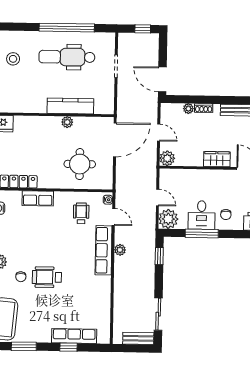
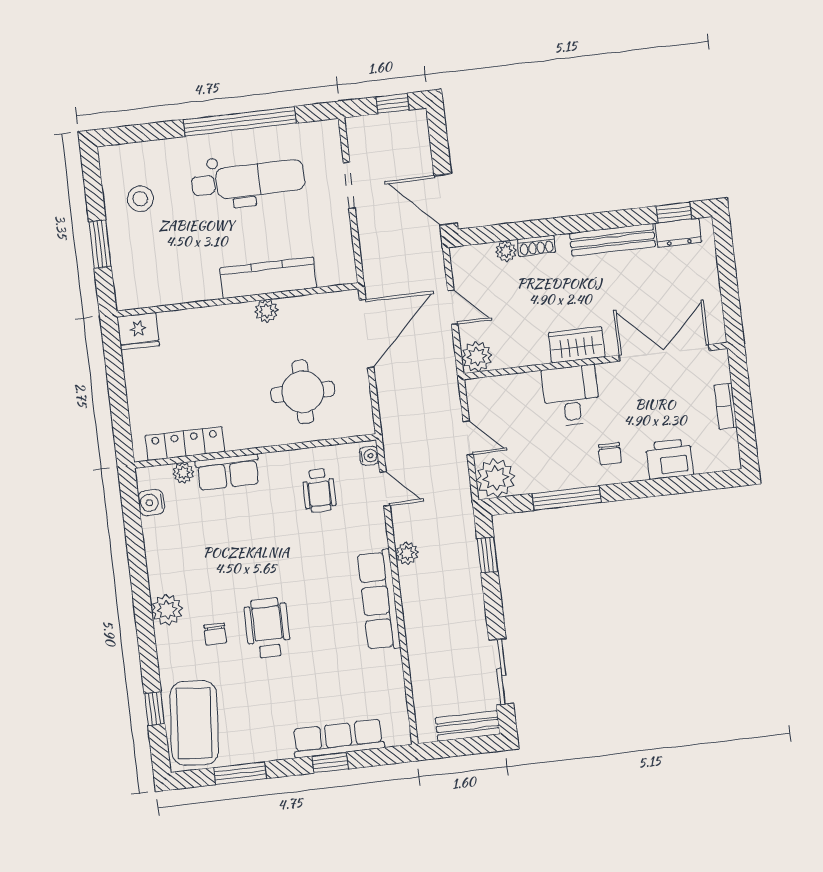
dental chair: (67, 57) -> (248, 180), turned 180
plant: (16, 196) -> (183, 473), added
wheelchair: (81, 213) -> (319, 490), turned 180
desk: (202, 215) -> (571, 396), moved, turned 180
row of seats: (104, 250) -> (379, 600), moved
wheelchair: (47, 277) -> (267, 628), turned 90

